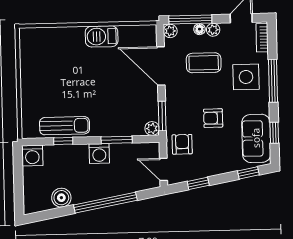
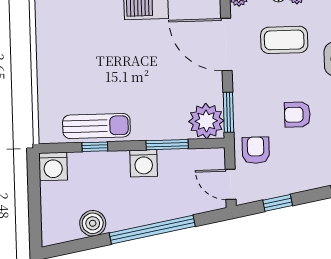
plant: (152, 129) -> (206, 121), width x1.87, depth x1.87

